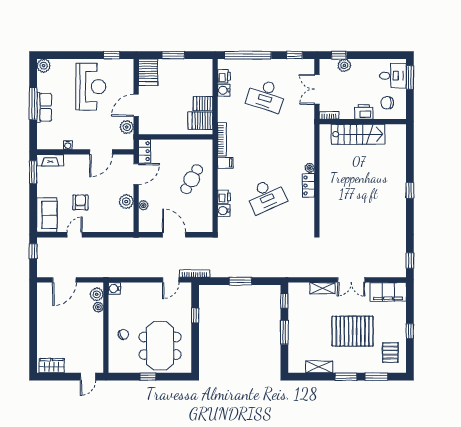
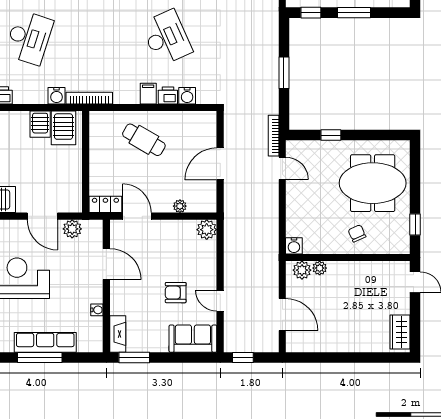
water cooler: (224, 90) -> (57, 96), moved
row of seats: (44, 107) -> (45, 342), width x1.48
filing cabinet: (225, 163) -> (148, 94), moved
plant: (126, 201) -> (207, 230), moved
window: (148, 377) -> (415, 225), moved

